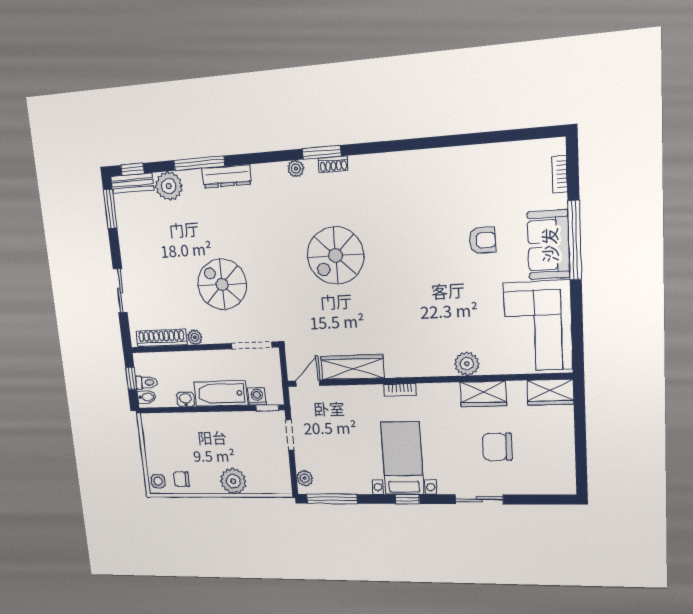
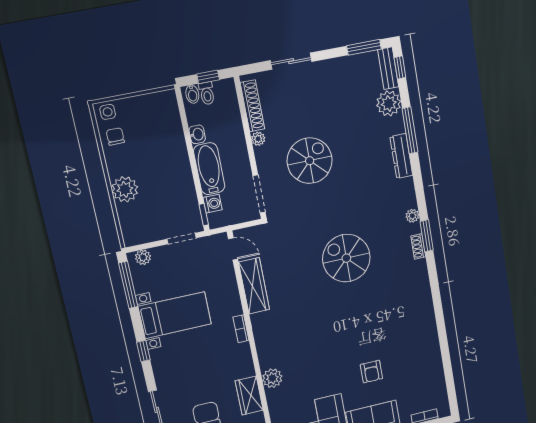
bed with nightstands: (402, 458) -> (175, 315), moved

